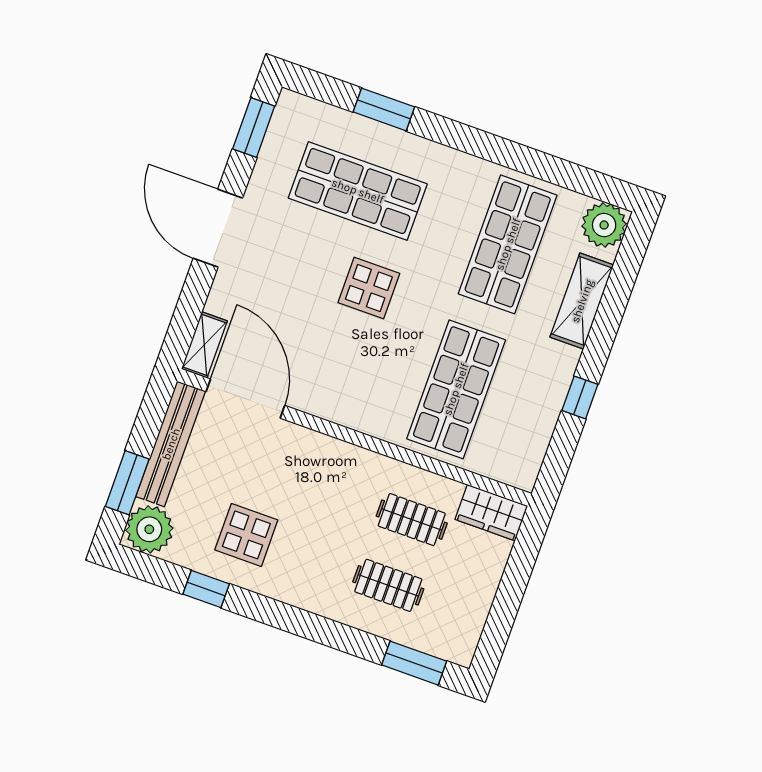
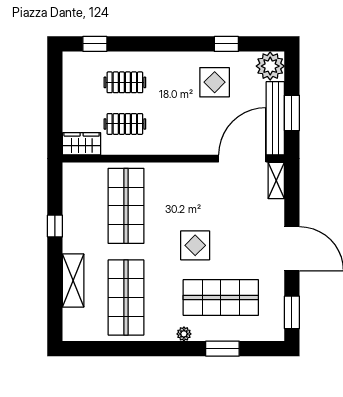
plant: (604, 225) -> (184, 334), moved, width x0.53, depth x0.53
door: (245, 399) -> (242, 159), swing flipped
window: (127, 483) -> (292, 113), moved
window: (414, 663) -> (95, 44), width x0.67

